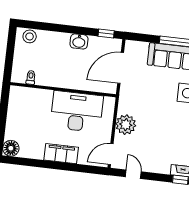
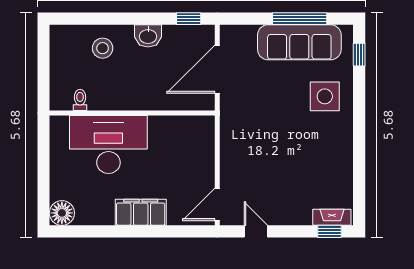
stool: (30, 36) -> (103, 48), moved
desk: (77, 112) -> (108, 145), moved
plant: (126, 125) -> (235, 156), removed

